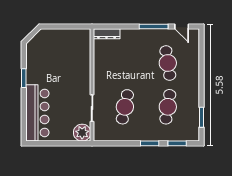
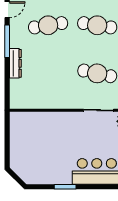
dresser: (107, 34) -> (15, 63), moved

